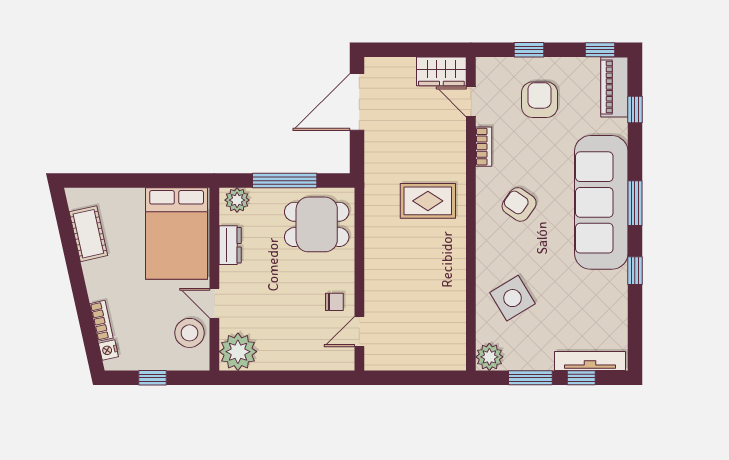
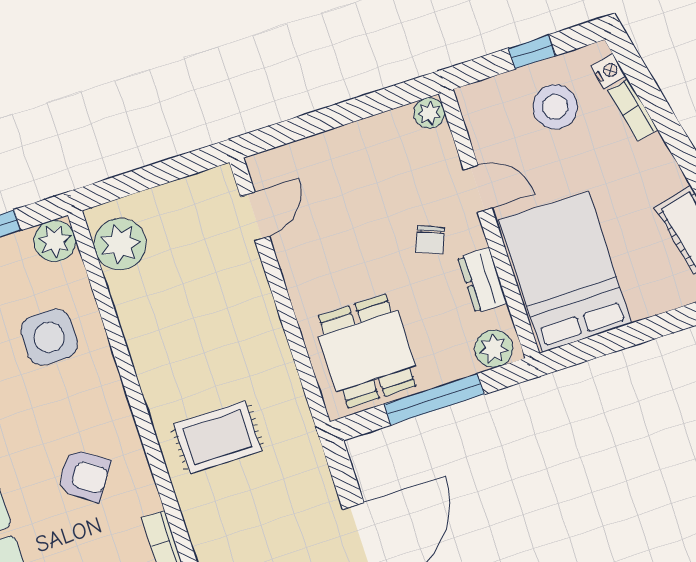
dining table: (317, 224) -> (367, 351), turned 90
side table: (513, 298) -> (49, 337), turned 31
chair: (334, 302) -> (430, 240), moved, turned -68
stool: (189, 333) -> (555, 107), moved
plant: (449, 342) -> (120, 244), added
plant: (238, 352) -> (429, 113), width x0.53, depth x0.53

